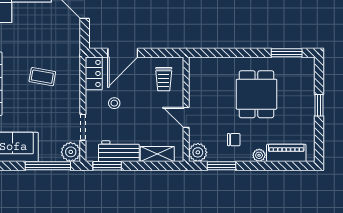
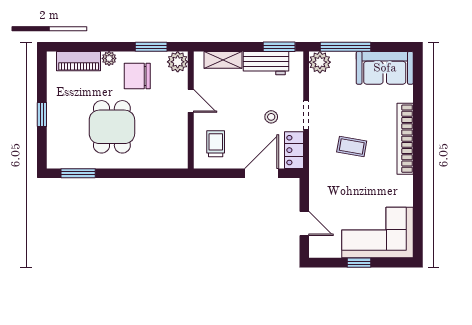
doorway: (83, 127) -> (306, 115), moved
chair: (234, 140) -> (137, 76), width x1.87, depth x1.87

